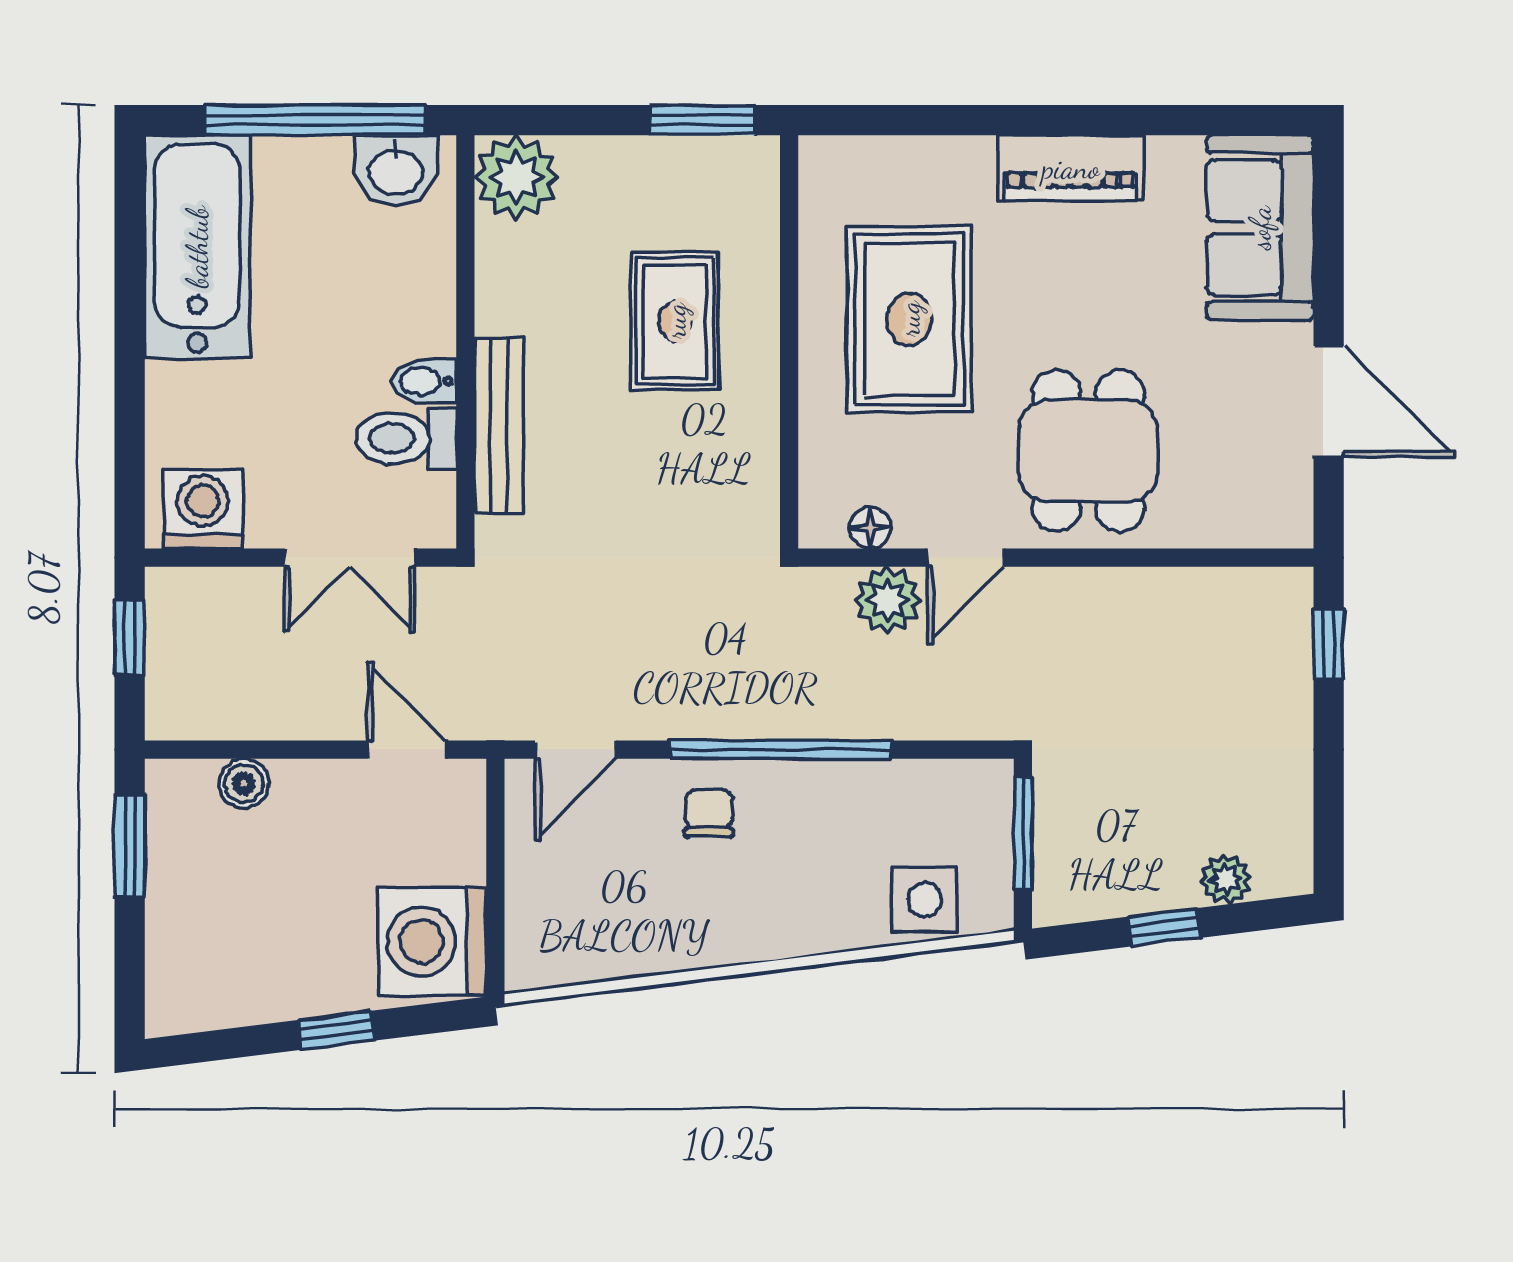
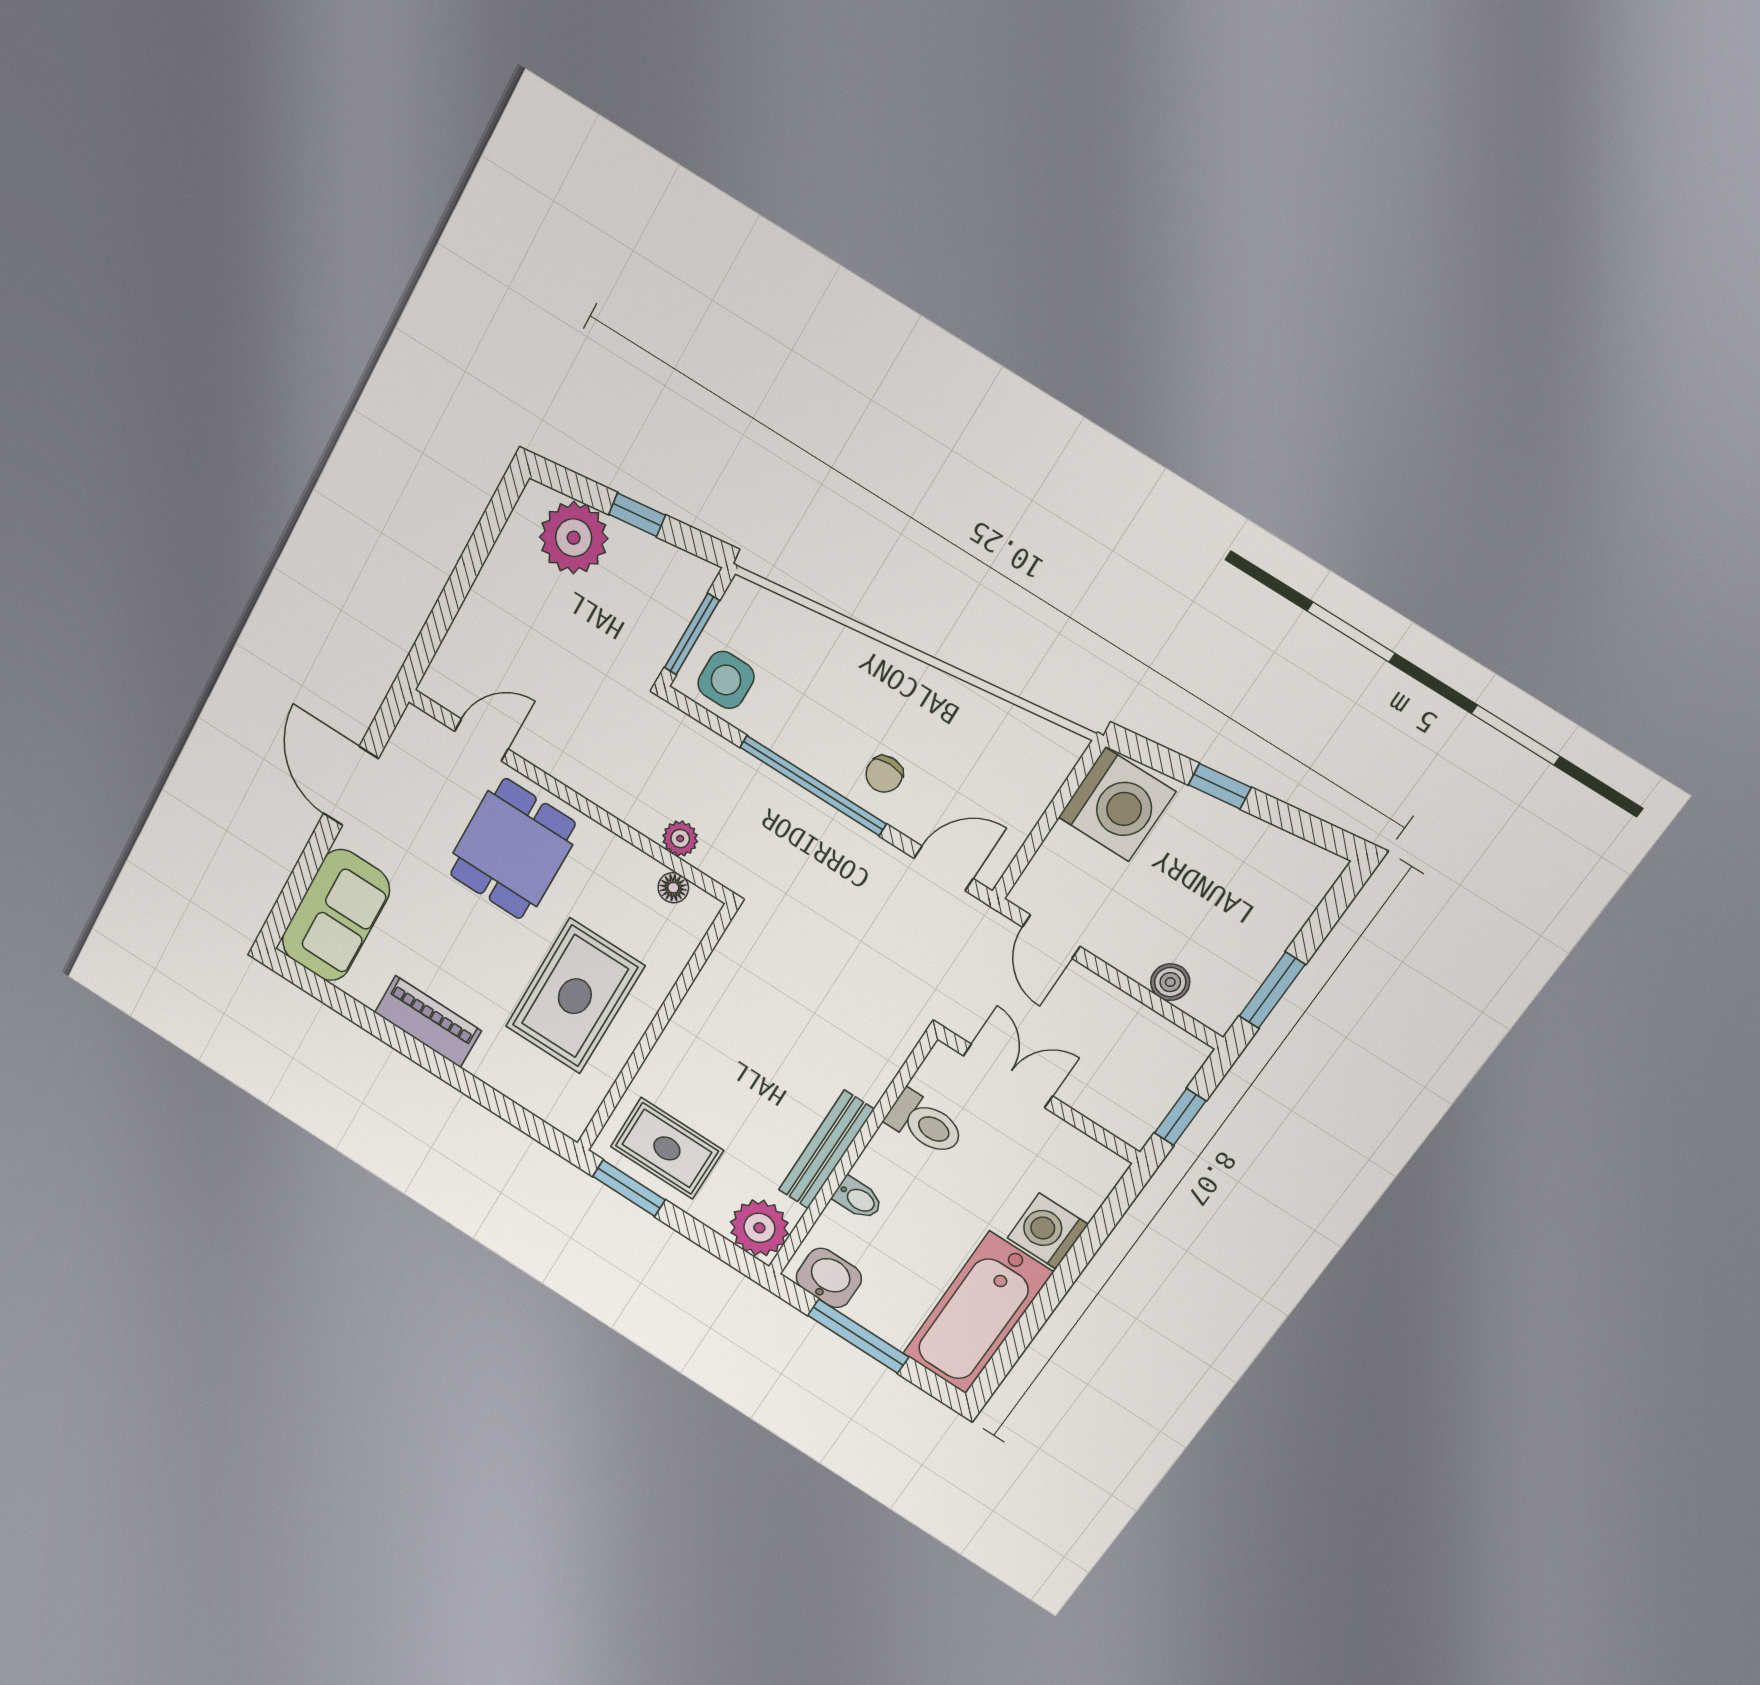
window: (315, 120) -> (858, 1336), width x0.68
rug: (675, 321) -> (667, 1148), moved, turned 90
bidet: (424, 381) -> (858, 1198), moved
bench: (499, 426) -> (826, 1150), moved
washing machine: (203, 509) -> (1048, 1231), moved, turned 90
door: (965, 558) -> (481, 740), moved
plant: (887, 600) -> (680, 839), width x0.73, depth x0.73
window: (1329, 644) -> (432, 635), removed
plant: (1226, 879) -> (574, 538), width x1.88, depth x1.88
side table: (925, 900) -> (726, 680), moved

